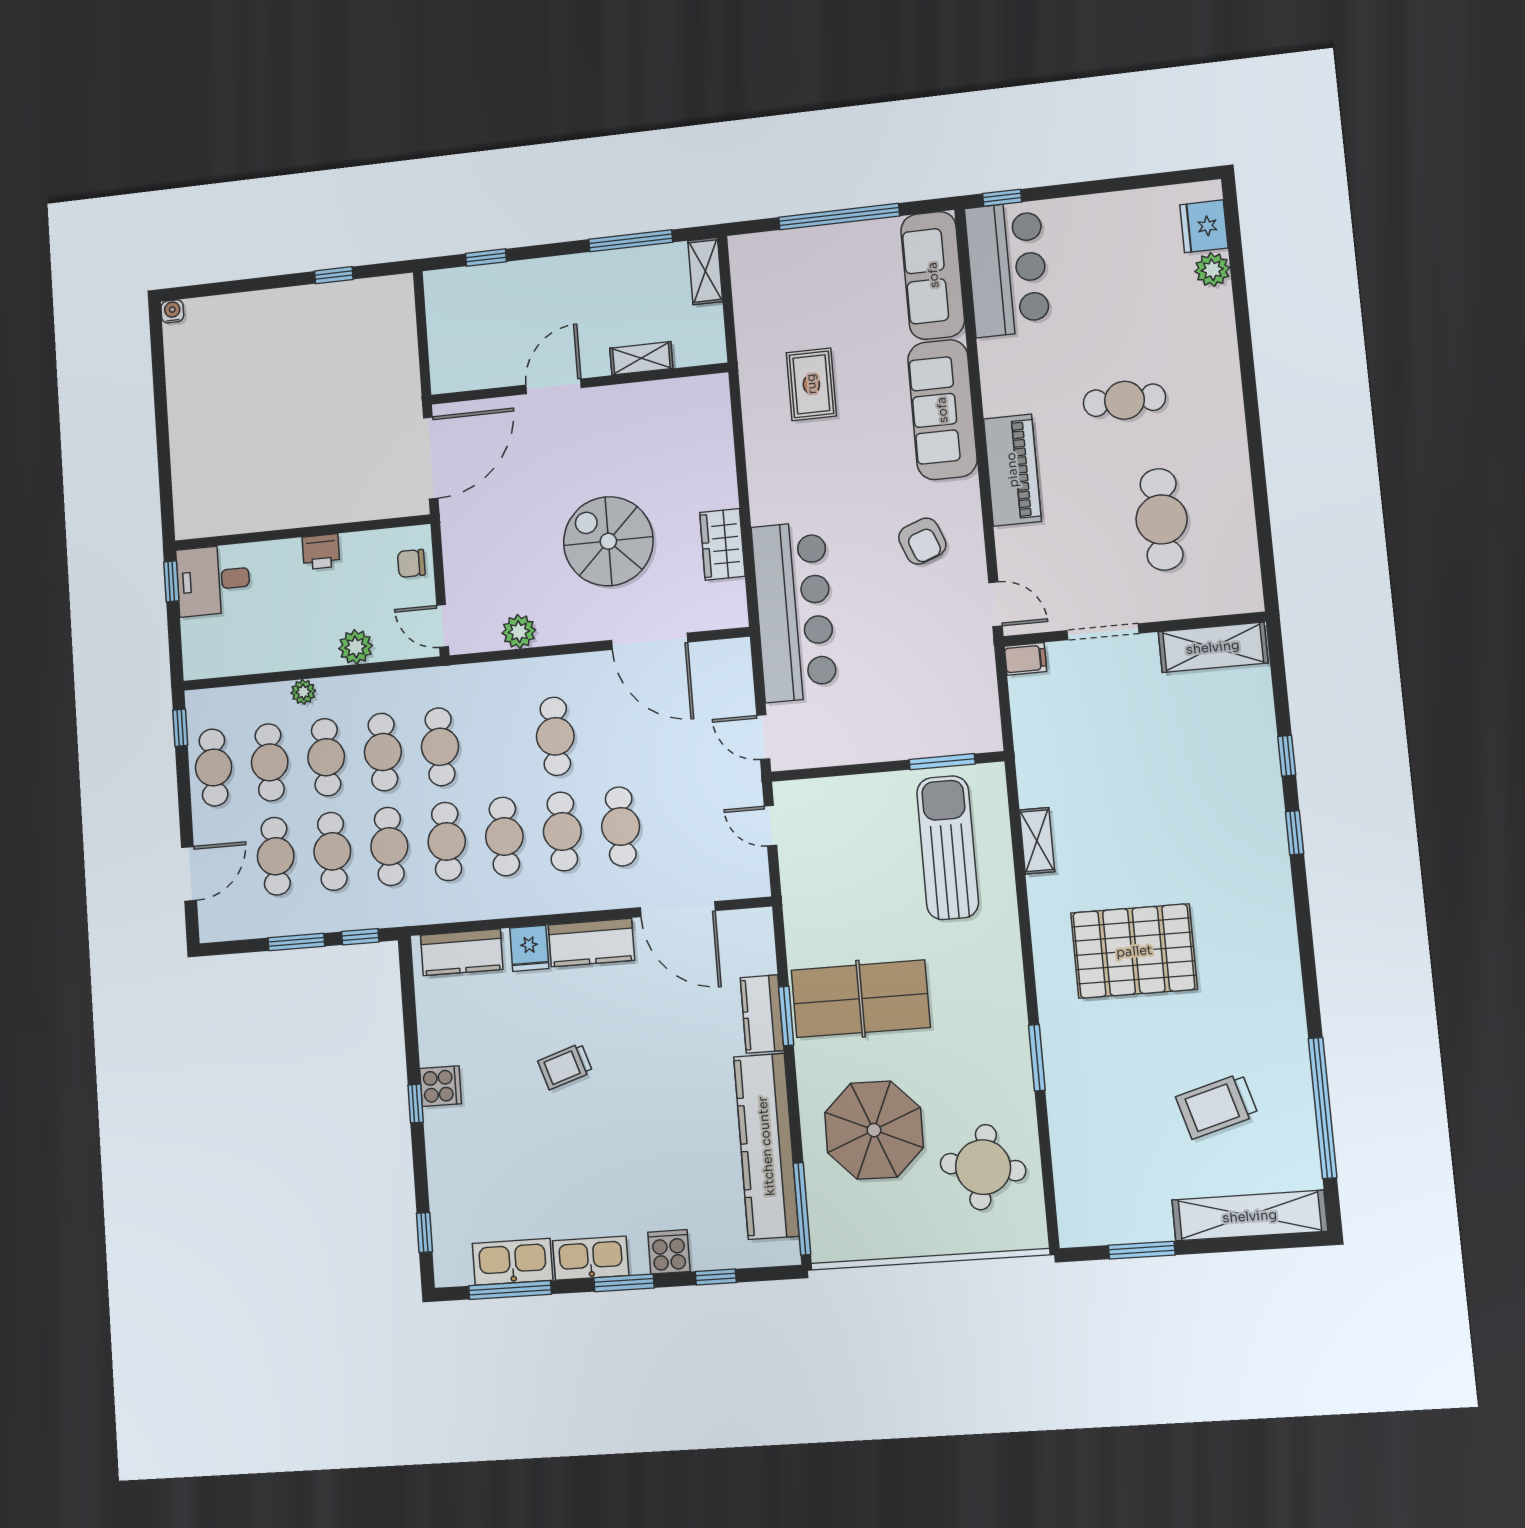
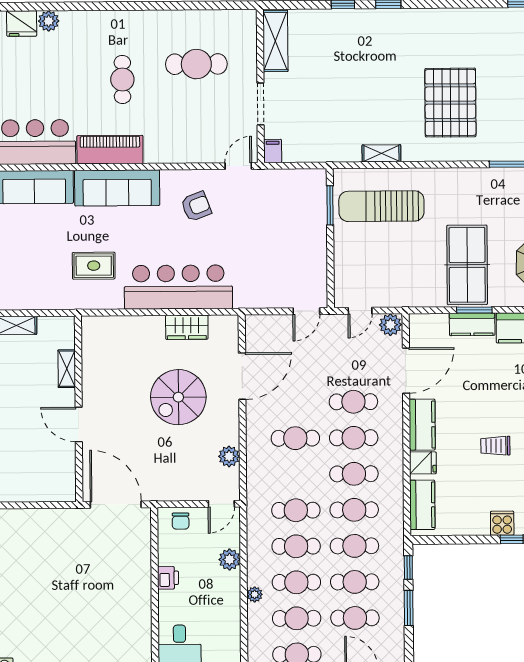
piano: (1012, 470) -> (110, 150), moved
bar counter: (794, 611) -> (178, 287), moved
plant: (751, 878) -> (390, 325), added
trolley: (565, 1066) -> (495, 446), turned 108

